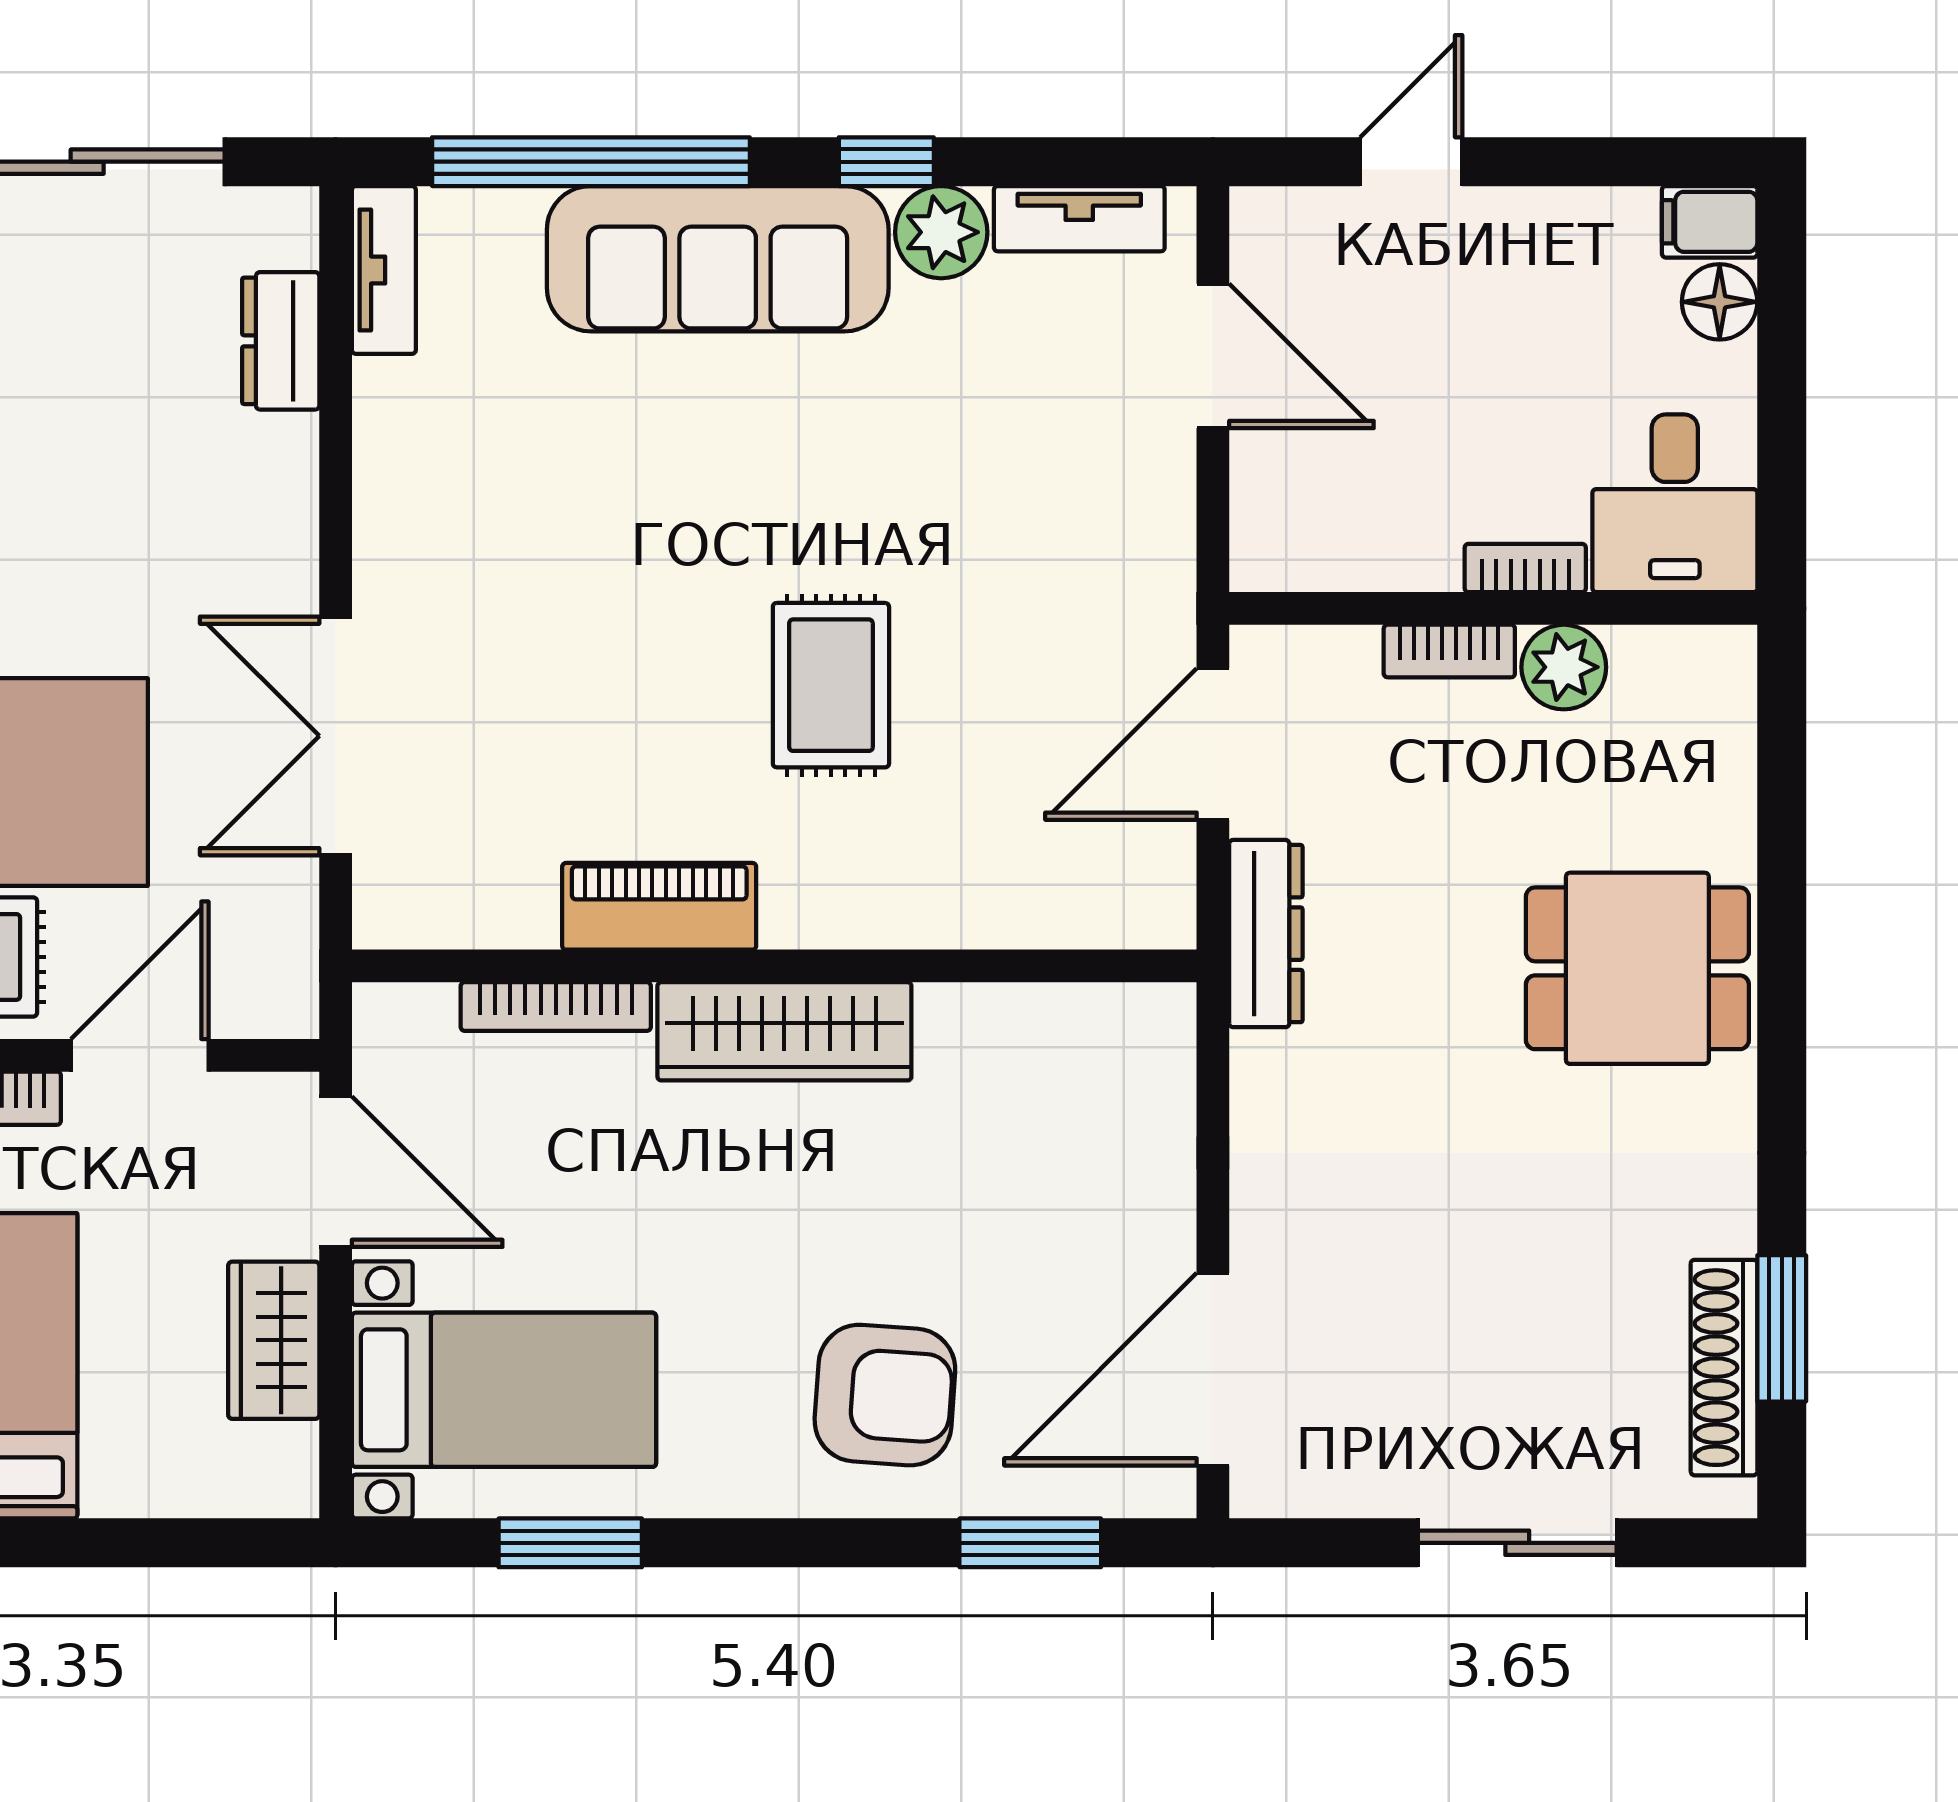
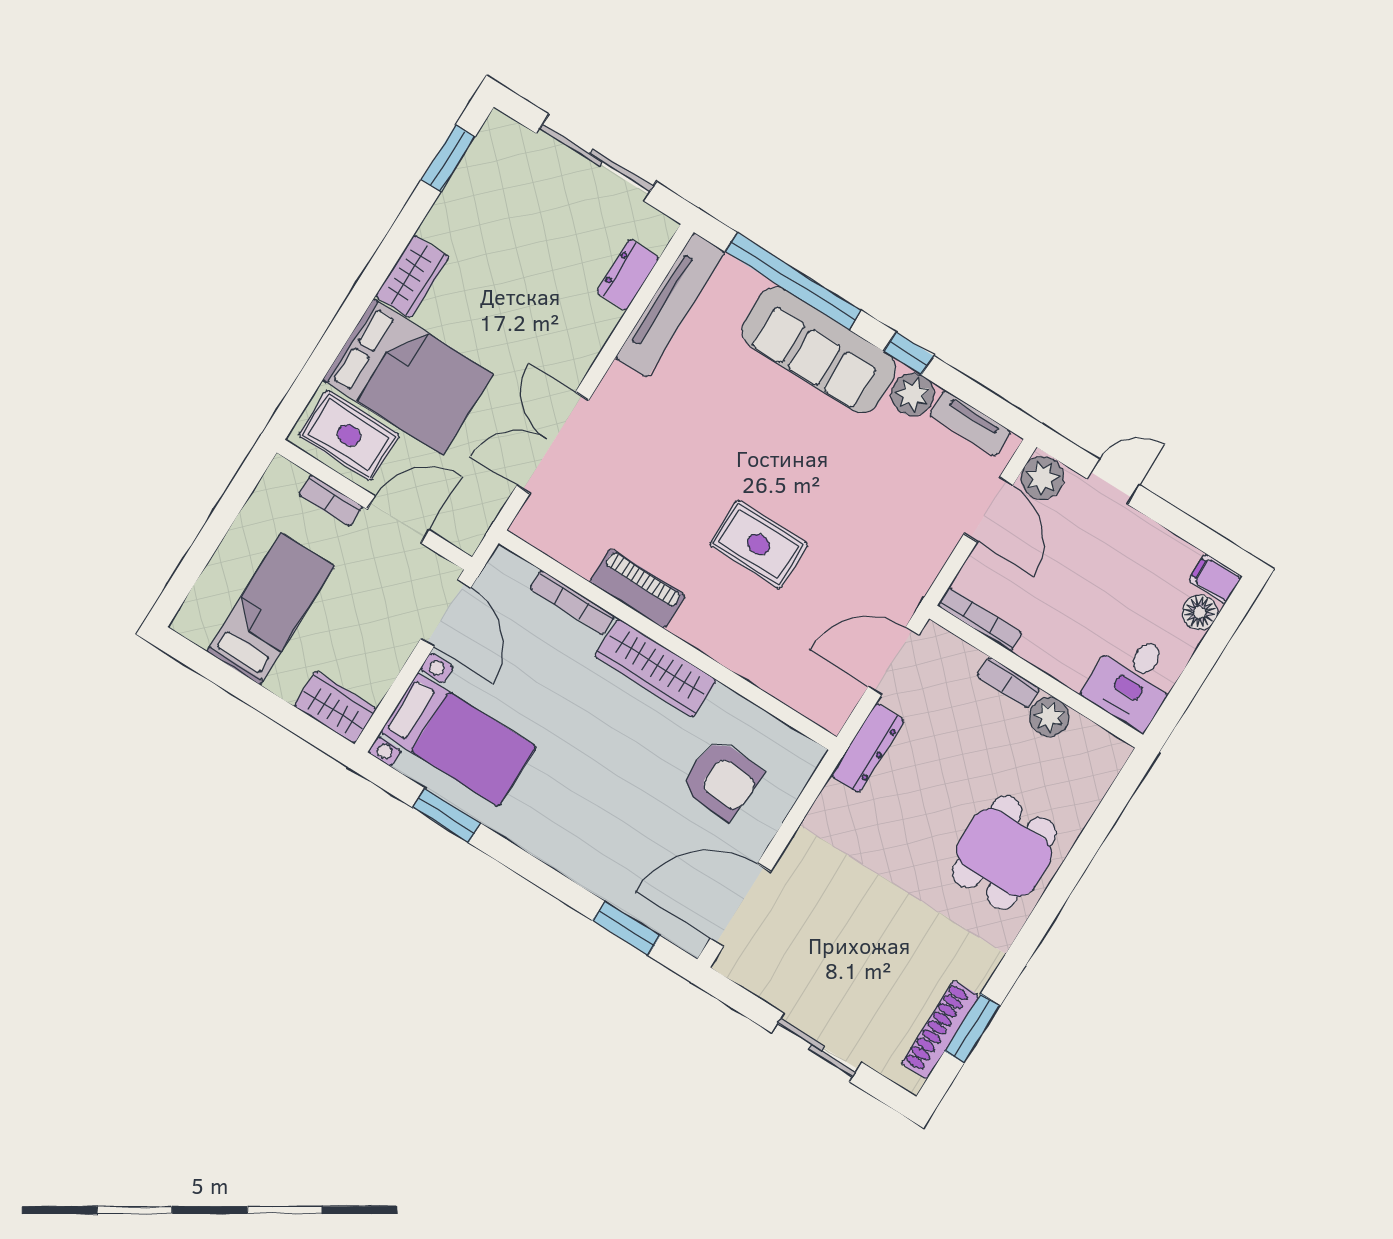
plant: (1275, 236) -> (1042, 478), added
tv unit: (384, 270) -> (670, 305), width x1.92, depth x1.29
bookcase: (1525, 568) -> (980, 619), moved, width x1.56
rug: (831, 685) -> (759, 544), turned 90
dining table: (1637, 968) -> (1004, 853), turned 90
wardrobe: (274, 1340) -> (335, 707), moved, turned 90
armchair: (885, 1395) -> (722, 779), moved

